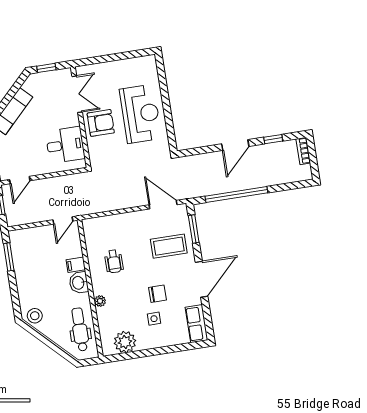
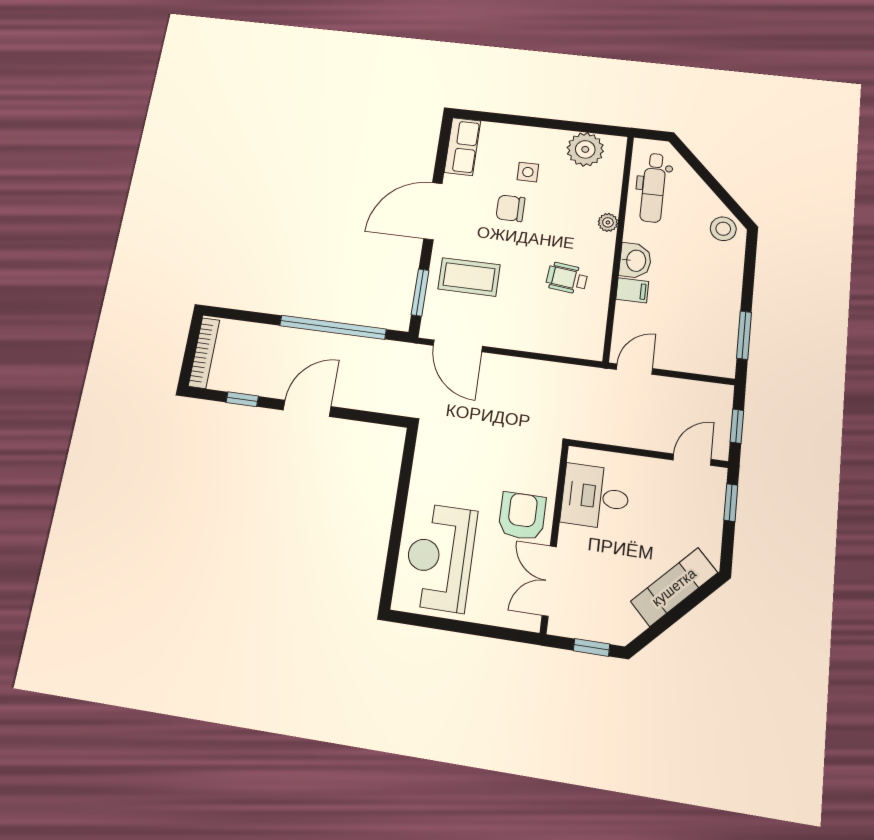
reception desk: (140, 114) -> (440, 557), moved
armchair: (101, 123) -> (522, 516), turned 90
bookcase: (303, 151) -> (204, 353), width x1.56
wheelchair: (114, 261) -> (567, 278), turned -84

